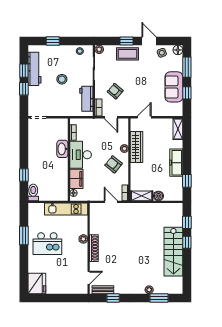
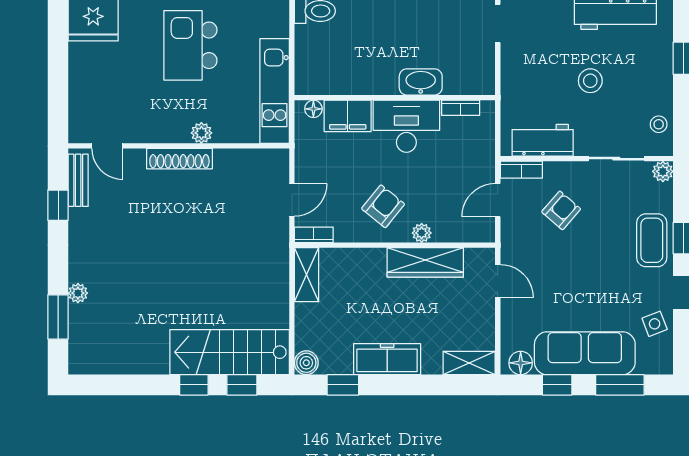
floor lamp: (178, 50) -> (521, 363), moved
sofa: (174, 87) -> (585, 353), width x1.36
boiler: (158, 196) -> (306, 363), moved
stairs: (173, 252) -> (230, 352), moved

